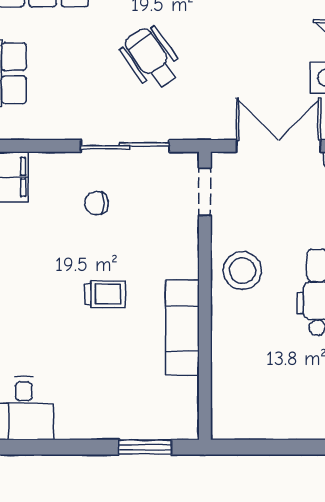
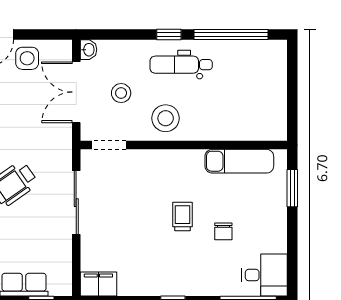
chair: (97, 203) -> (223, 231), moved
stool: (278, 209) -> (121, 93), added
exam couch: (182, 327) -> (239, 161), moved

